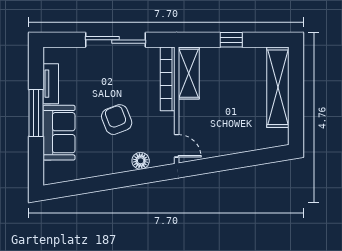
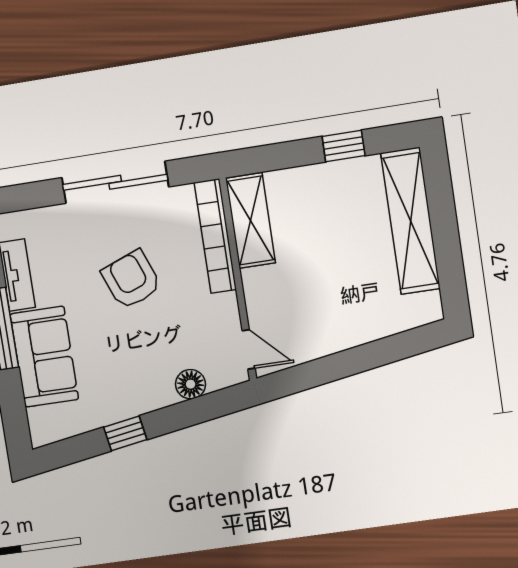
window: (231, 40) -> (344, 146), moved
armchair: (117, 120) -> (131, 280), moved
window: (99, 184) -> (125, 433), added

